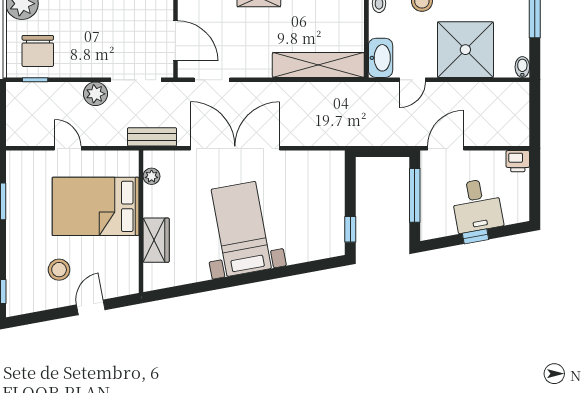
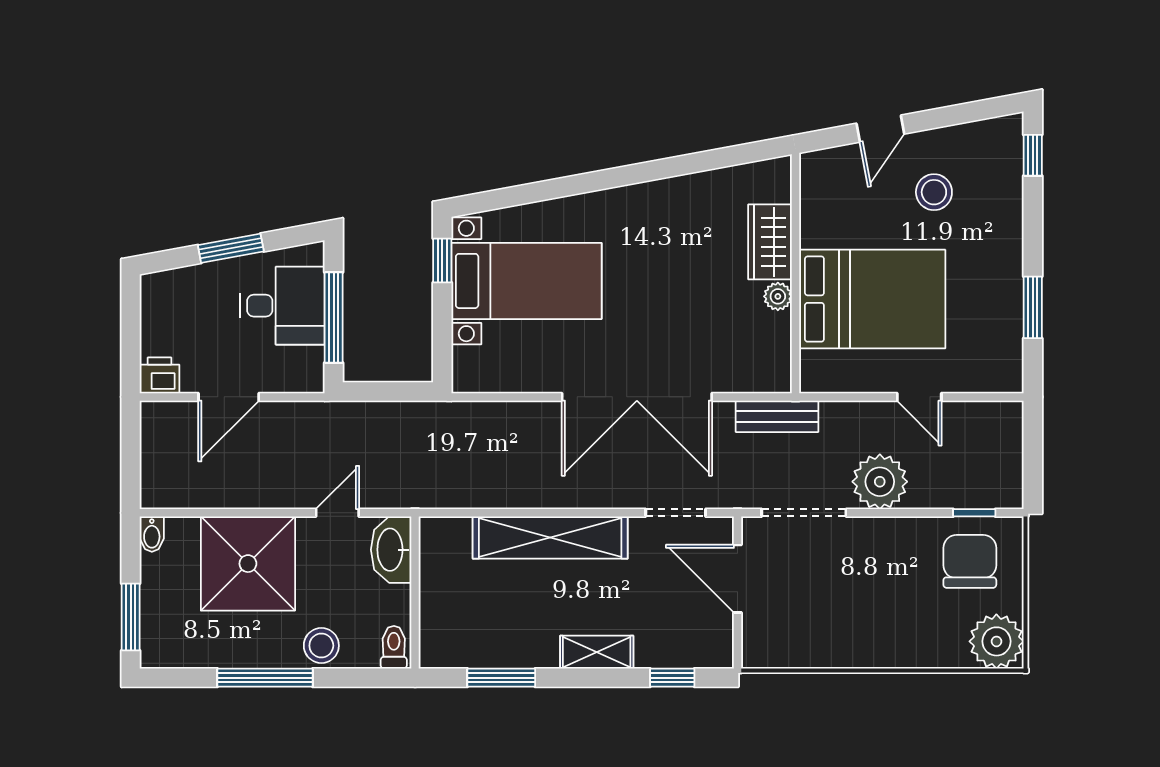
shelving: (318, 65) -> (550, 538), moved
plant: (95, 94) -> (880, 482), width x1.36, depth x1.36
door: (446, 148) -> (229, 397), moved
plant: (152, 176) -> (778, 296), moved
desk: (477, 205) -> (282, 306), moved, turned 100
bed with nightstands: (241, 229) -> (526, 281), moved, turned -80
window: (476, 236) -> (231, 248), width x1.50

